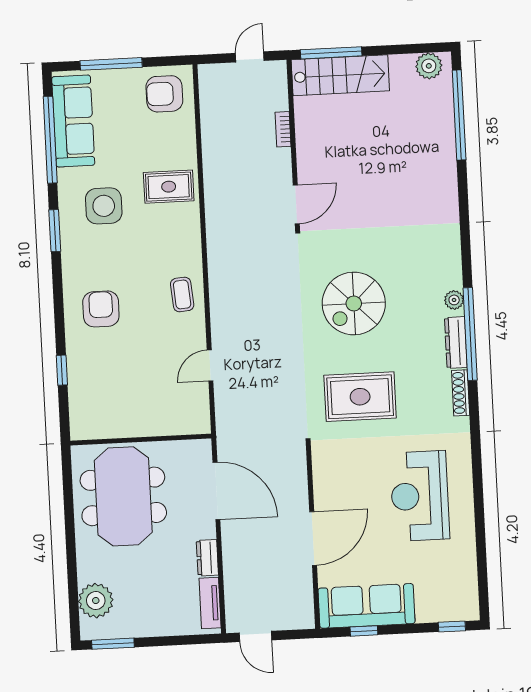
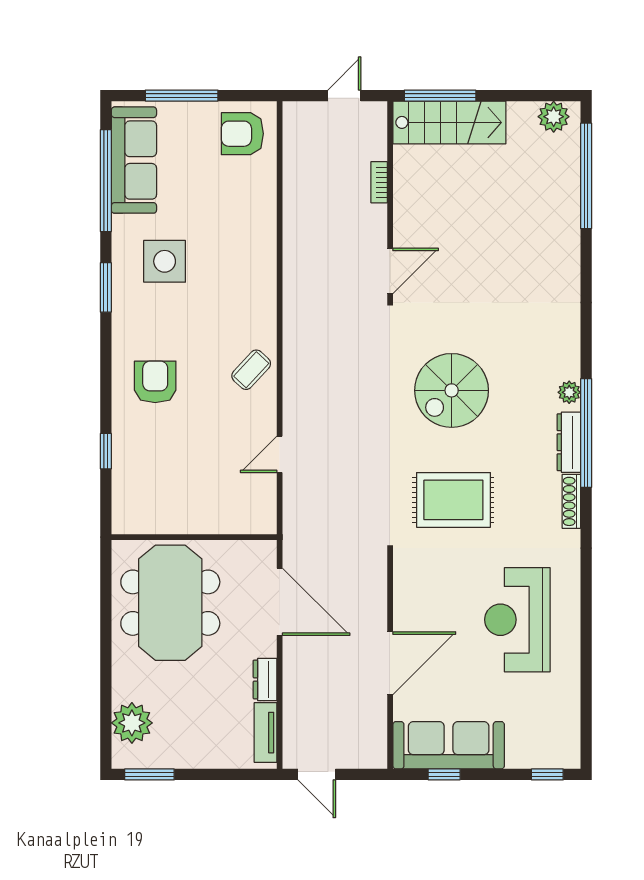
rug: (169, 187) -> (242, 243), removed
coffee table: (182, 294) -> (251, 370), turned 48

